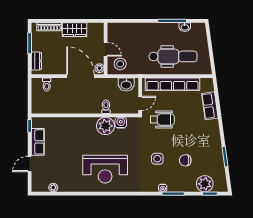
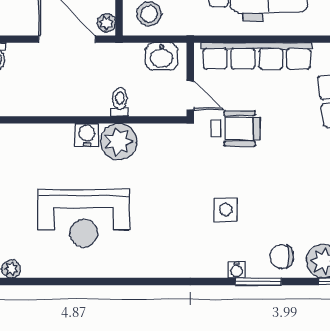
door: (140, 103) -> (190, 95), hinge flipped
water cooler: (121, 123) -> (87, 135), moved
chair: (185, 160) -> (282, 256), moved
reception desk: (105, 169) -> (84, 218), moved

